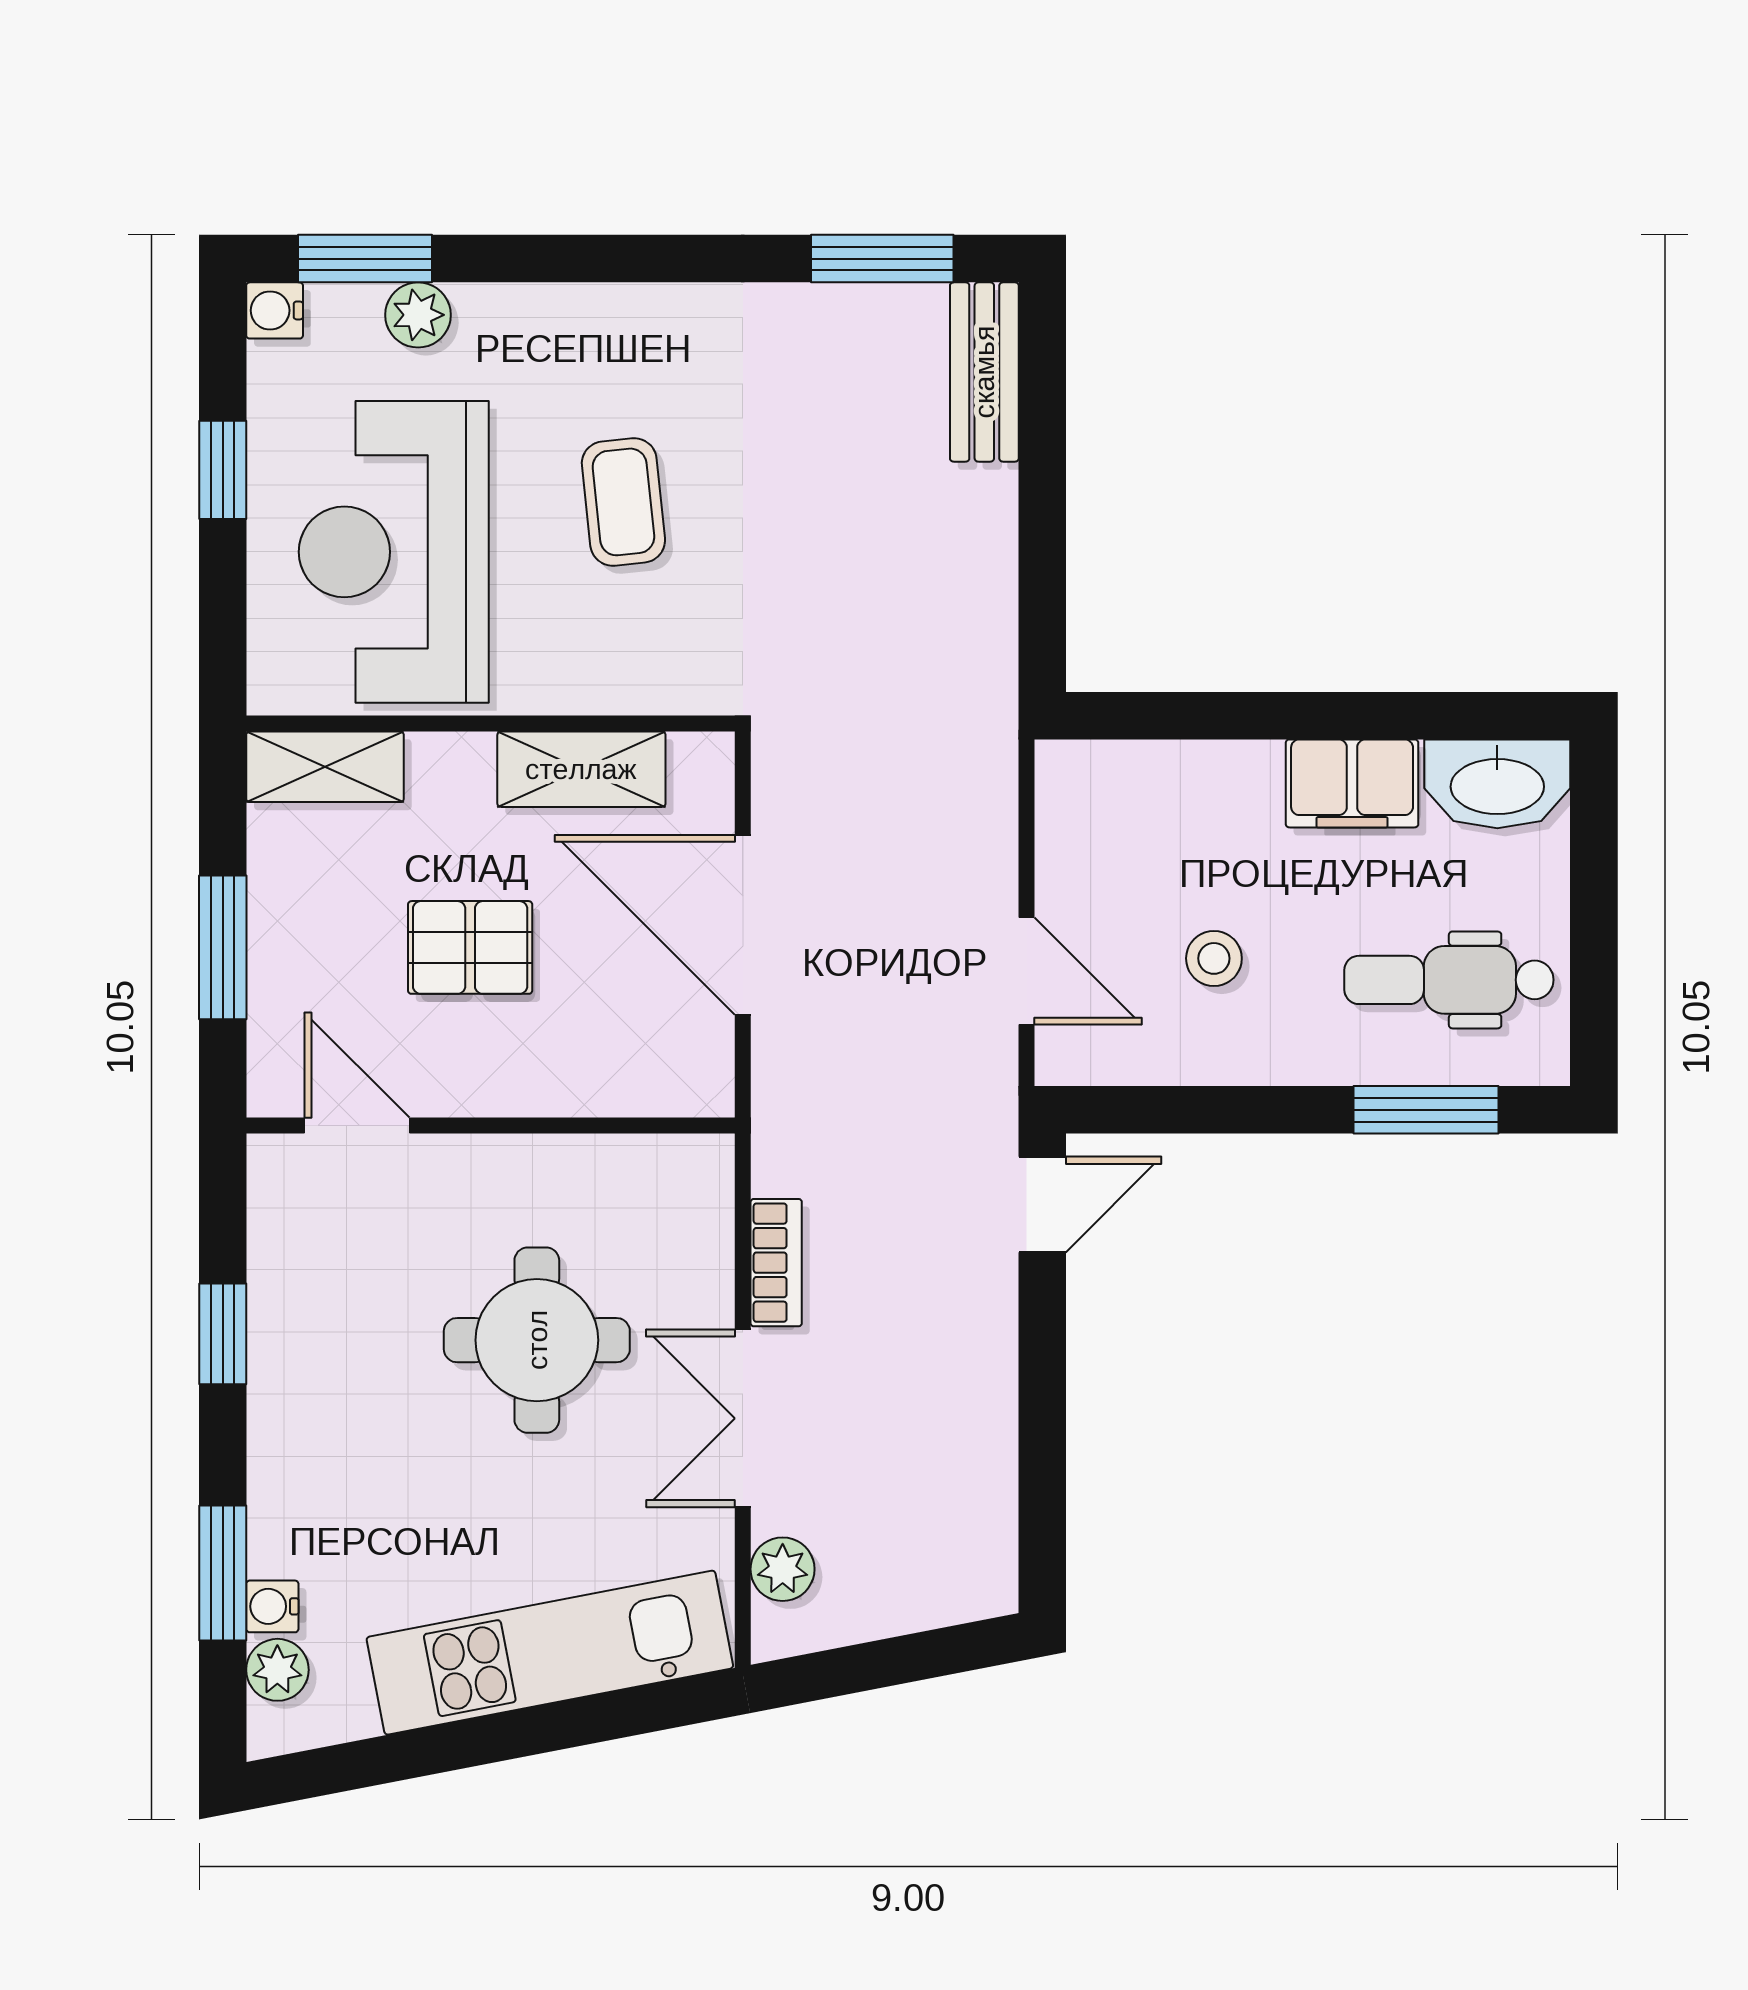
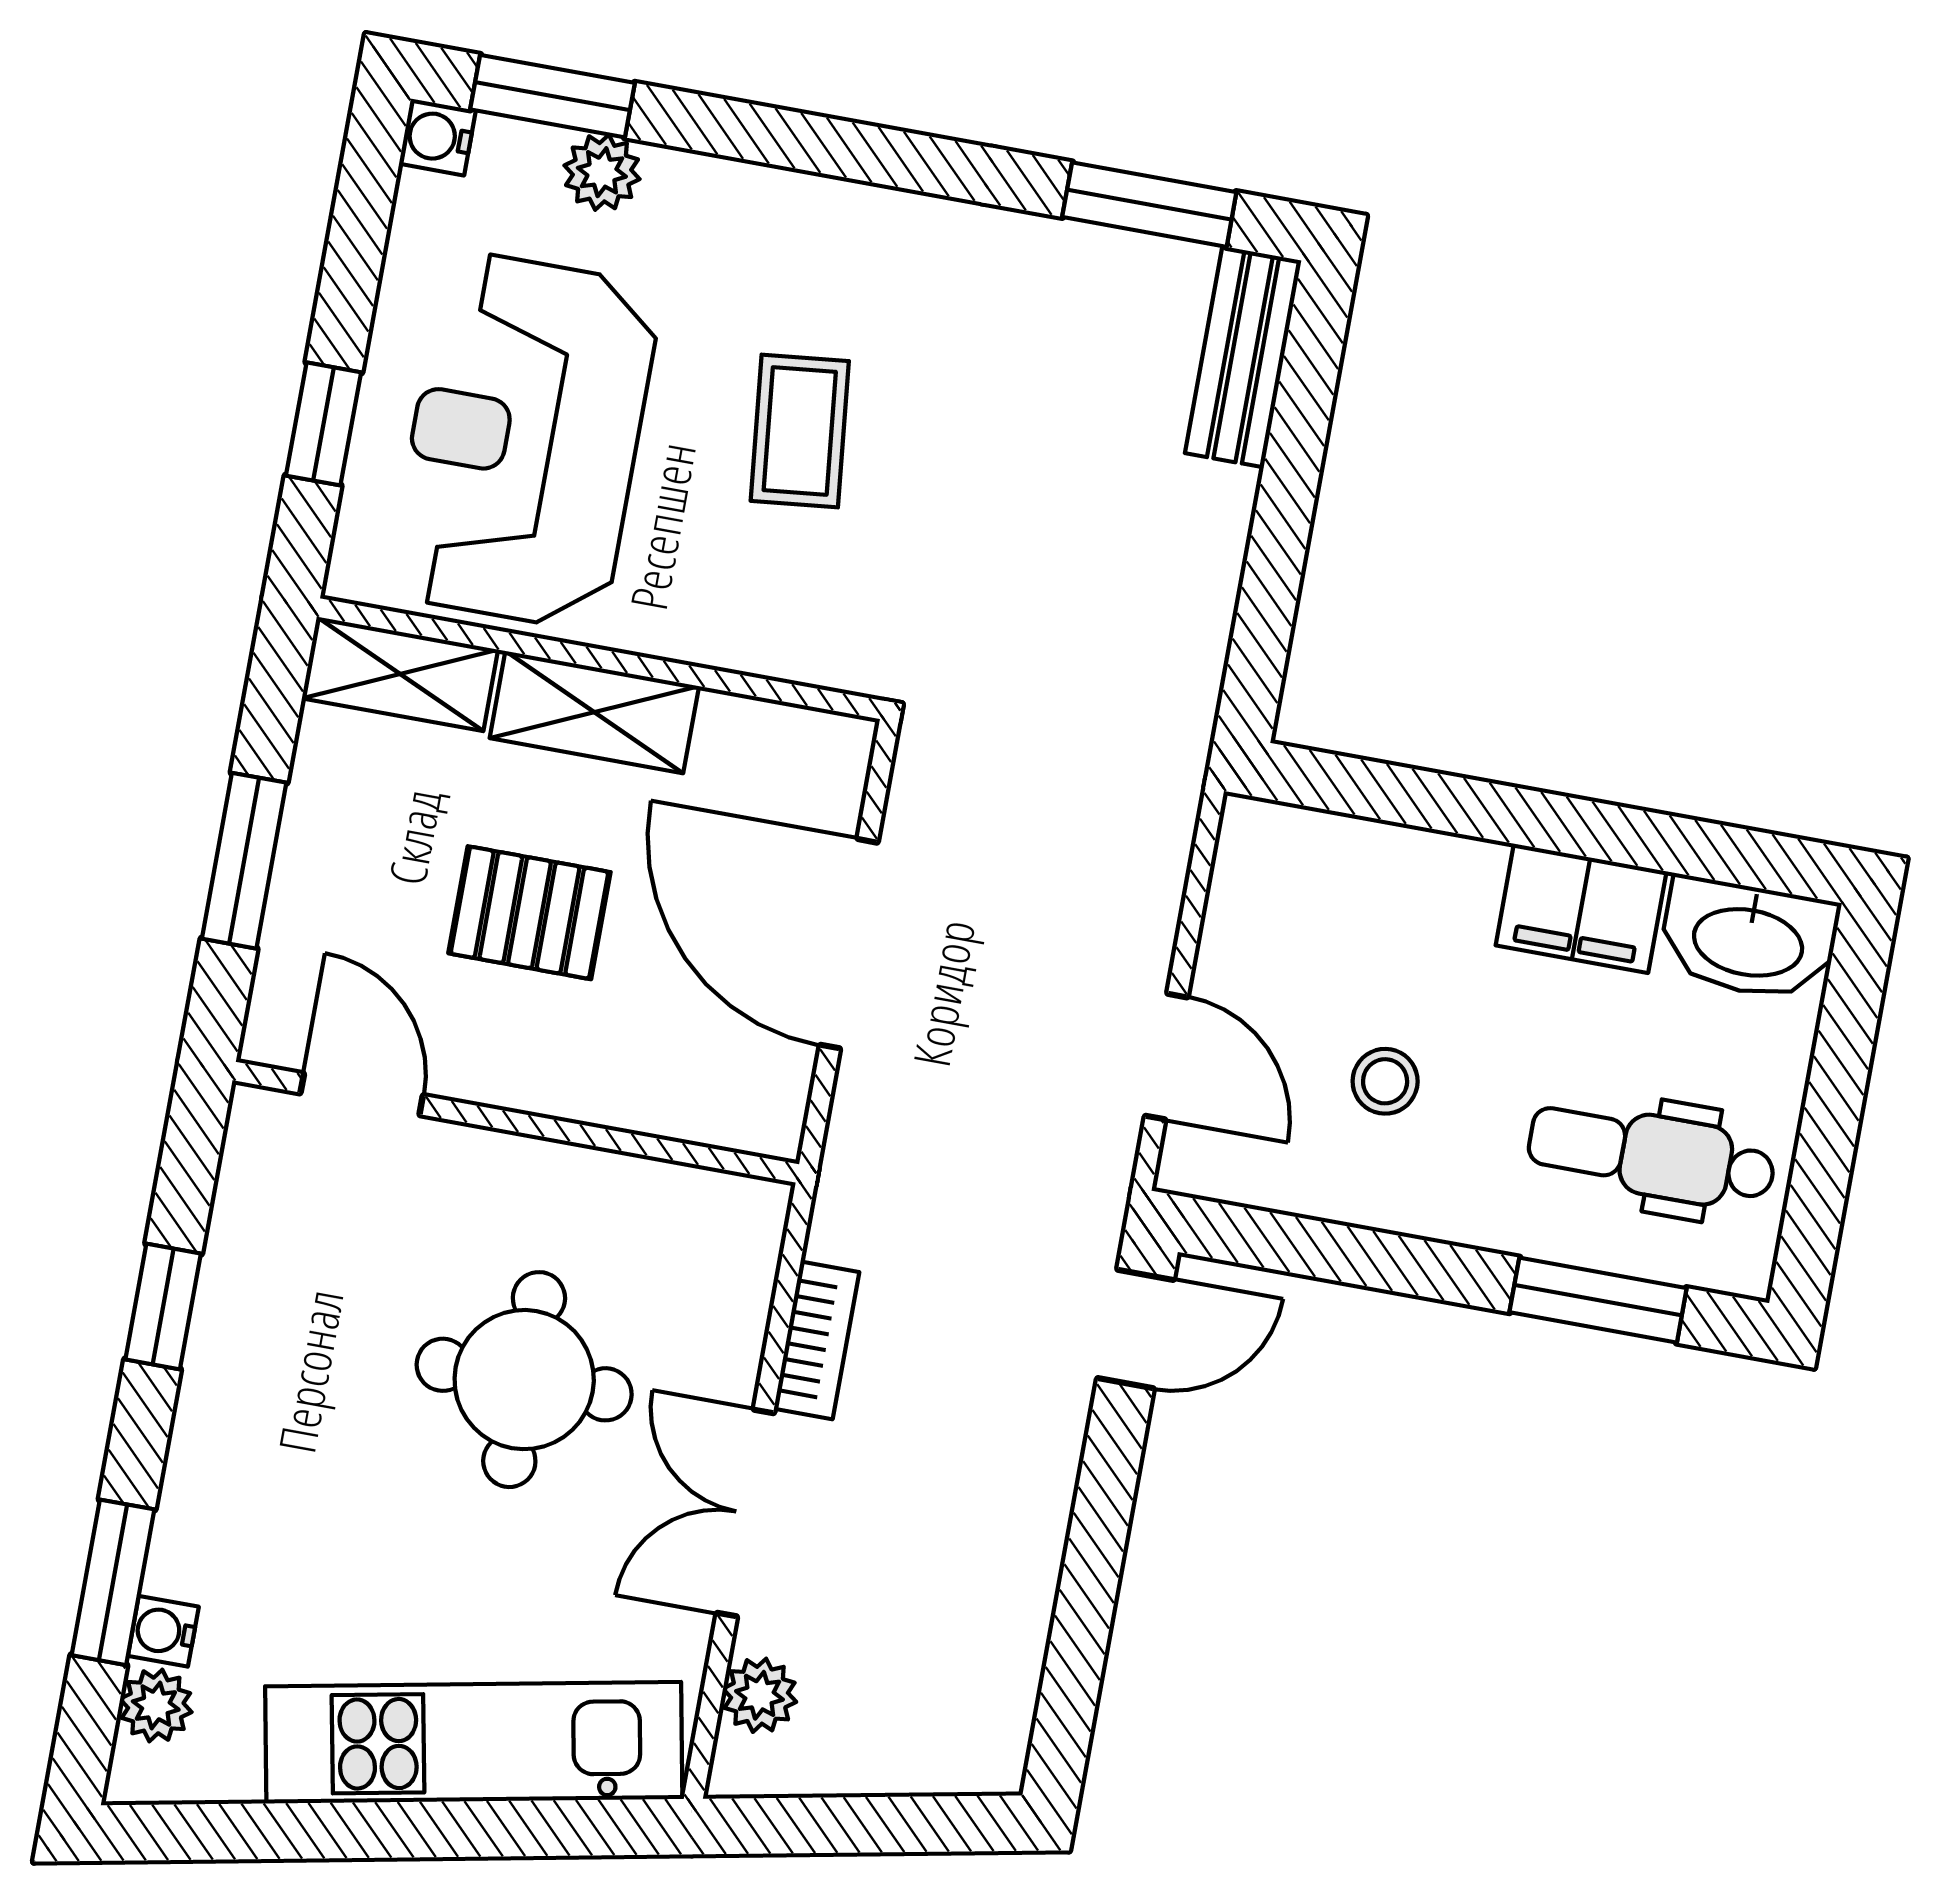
window: (223, 470) -> (323, 424), moved
shelving: (581, 769) -> (594, 712), moved

